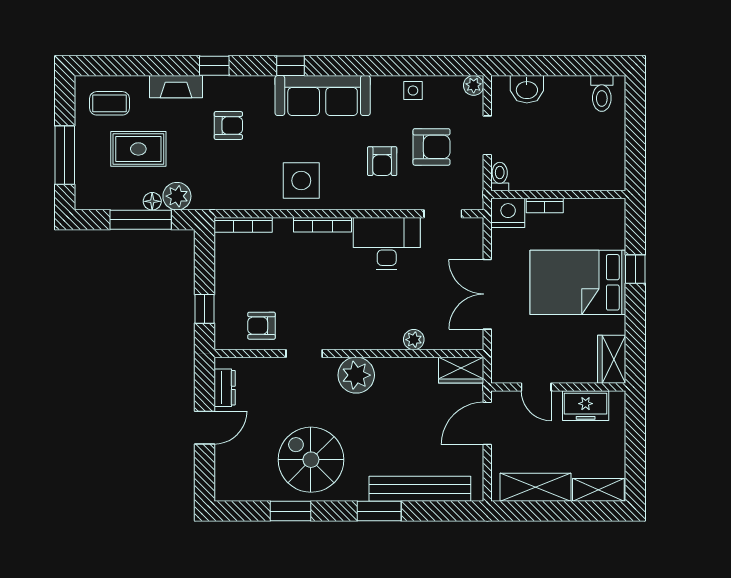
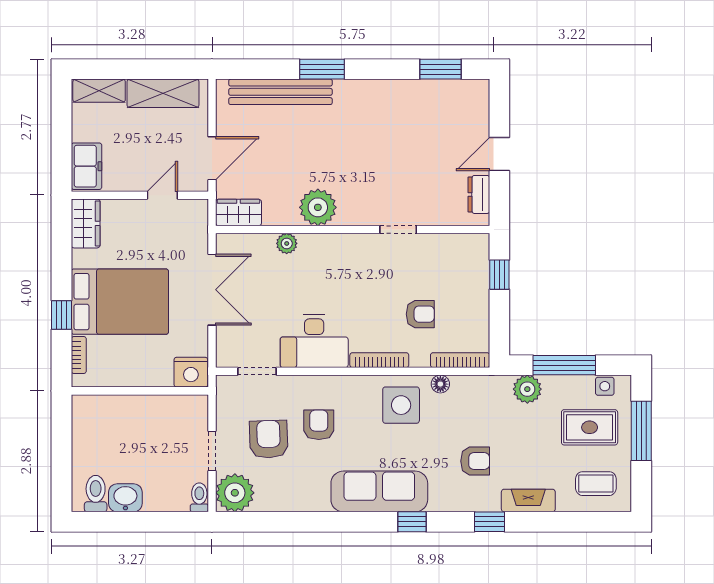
plant: (474, 85) -> (235, 493), width x1.88, depth x1.88
washbasin: (527, 89) -> (125, 498), moved
side table: (413, 91) -> (605, 386), moved
armchair: (228, 125) -> (475, 461), turned 180
armchair: (432, 147) -> (269, 439), turned 88
rug: (138, 149) -> (590, 427), moved
toilet: (500, 177) -> (199, 497), moved, turned 180
floor lamp: (152, 201) -> (440, 384), moved
bookcase: (545, 205) -> (79, 355), moved, turned 90
armchair: (262, 326) -> (420, 314), moved
plant: (356, 375) -> (318, 207), moved
door: (536, 387) -> (162, 195), hinge flipped
freezer: (586, 406) -> (86, 166), moved, turned 90
spiral stairs: (311, 460) -> (391, 121), removed
window: (290, 511) -> (441, 69), moved

